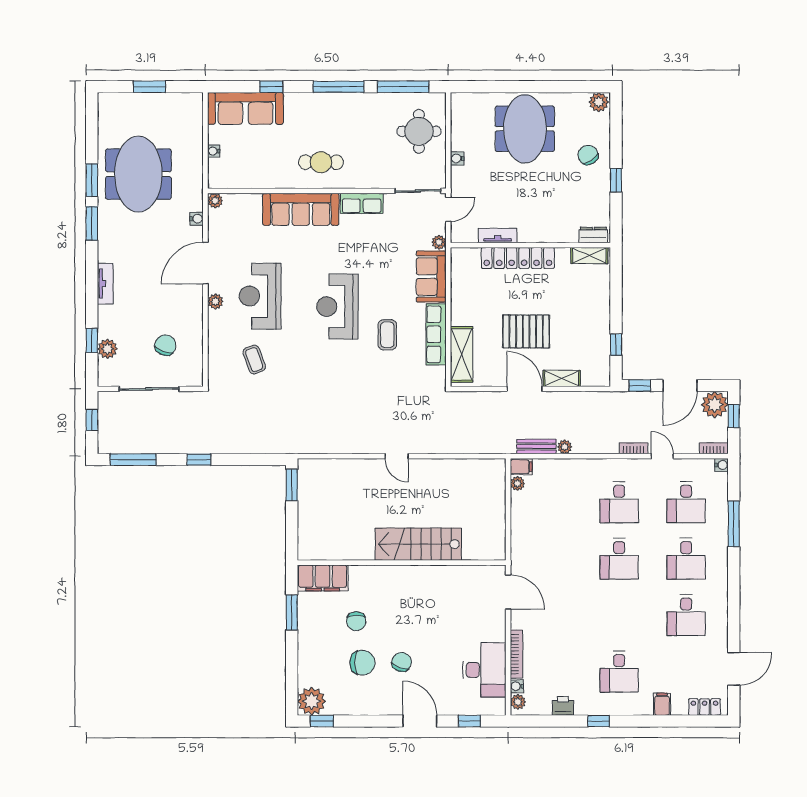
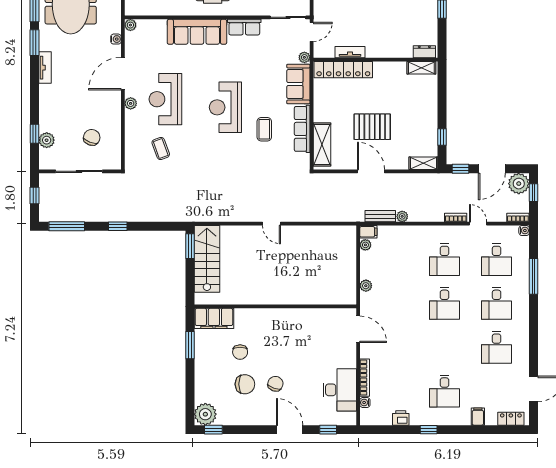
locker: (518, 258) -> (343, 70), moved
tv unit: (105, 284) -> (45, 68), moved
shelving: (562, 378) -> (423, 163), moved
stairs: (418, 544) -> (207, 259), moved, turned 90
plant: (518, 702) -> (366, 286), moved

